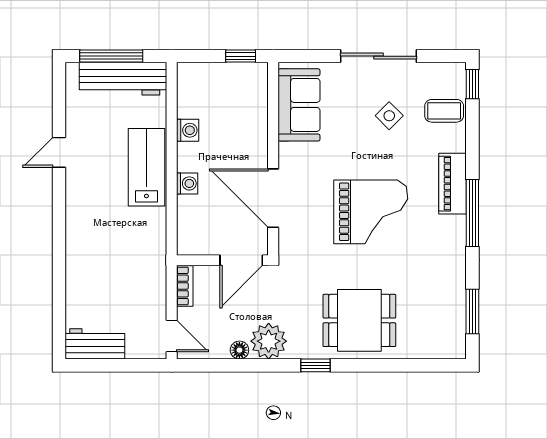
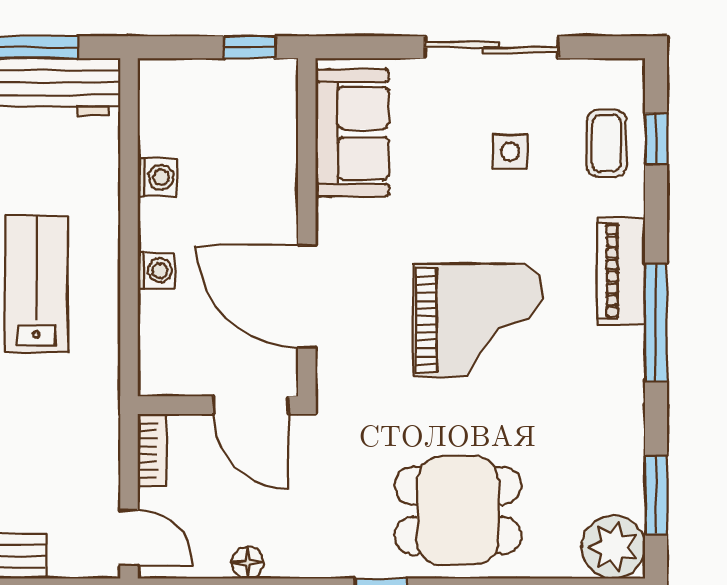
window: (472, 84) -> (656, 139), moved
coffee table: (444, 111) -> (606, 143), turned 90
side table: (389, 116) -> (510, 152), turned 45
lab bench: (146, 167) -> (36, 284), moved
door: (241, 260) -> (251, 405), hinge flipped
plant: (269, 341) -> (613, 547), moved

